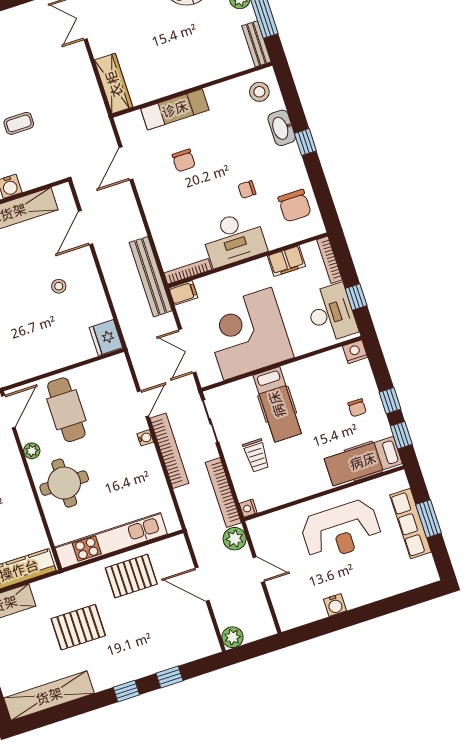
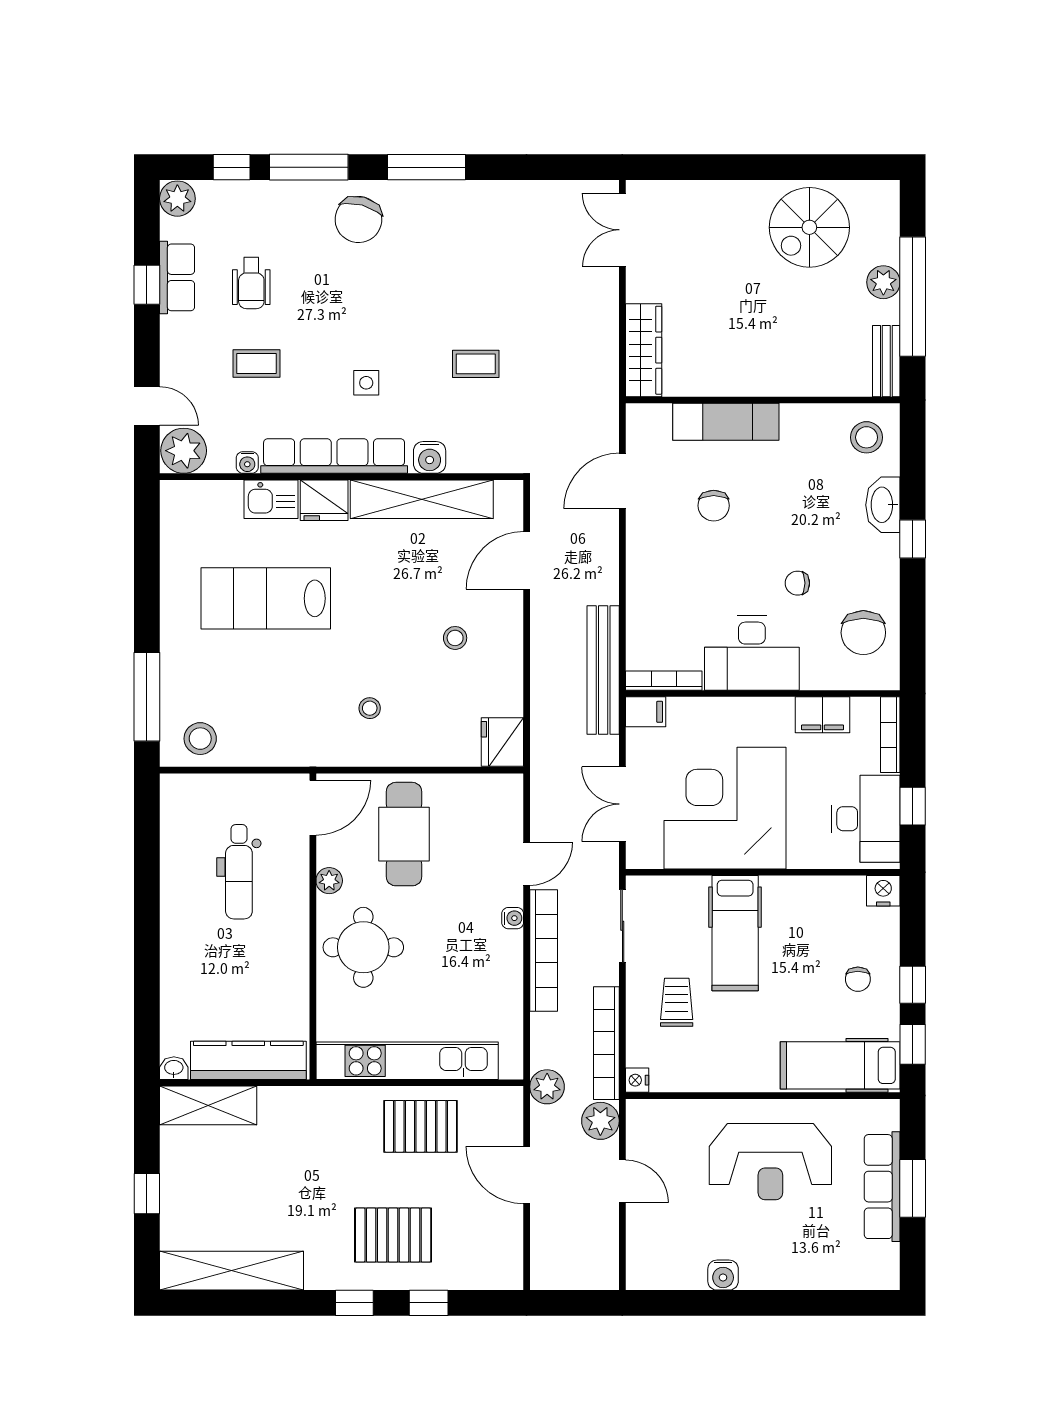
stool: (23, 343) -> (370, 708), added
trolley: (256, 455) -> (677, 1002), turned 180
pallet: (78, 627) -> (393, 1235), moved
plant: (232, 637) -> (547, 1087), moved

